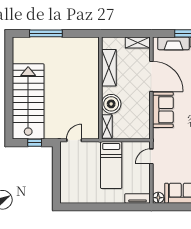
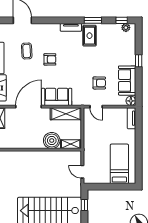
shelving: (109, 68) -> (66, 114), moved
armchair: (179, 160) -> (99, 83), added
bed: (111, 165) -> (119, 164), moved, turned -90

